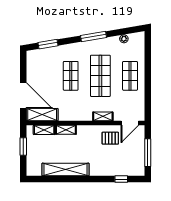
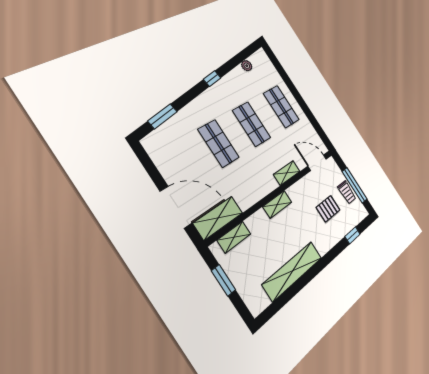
window: (94, 36) -> (212, 79), width x0.46
shop shelf: (100, 76) -> (252, 124), width x0.70, depth x0.74
door: (130, 123) -> (317, 163), swing flipped
shelving: (66, 130) -> (277, 204), moved
pallet: (110, 138) -> (328, 209), moved
trolley: (138, 153) -> (347, 192), added

